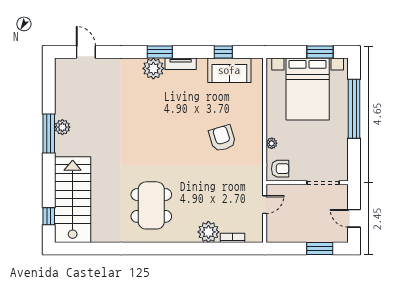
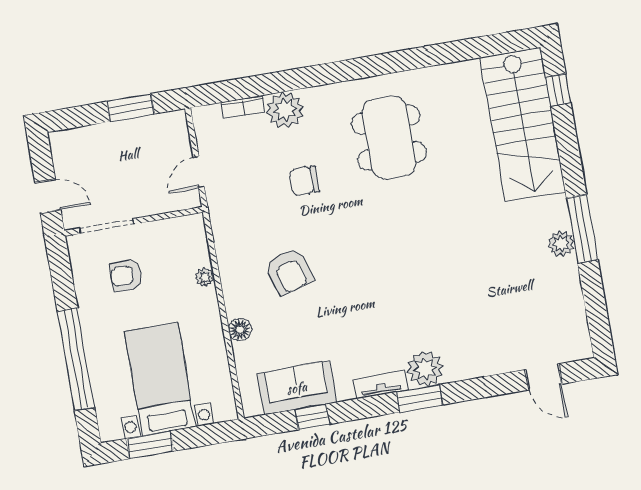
bed with nightstands: (308, 89) -> (160, 379), width x0.73
floor lamp: (256, 110) -> (240, 330), added
armchair: (280, 169) -> (126, 275), moved
chair: (204, 189) -> (304, 181), added
door: (354, 218) -> (48, 196), moved
window: (320, 249) -> (130, 108), moved

